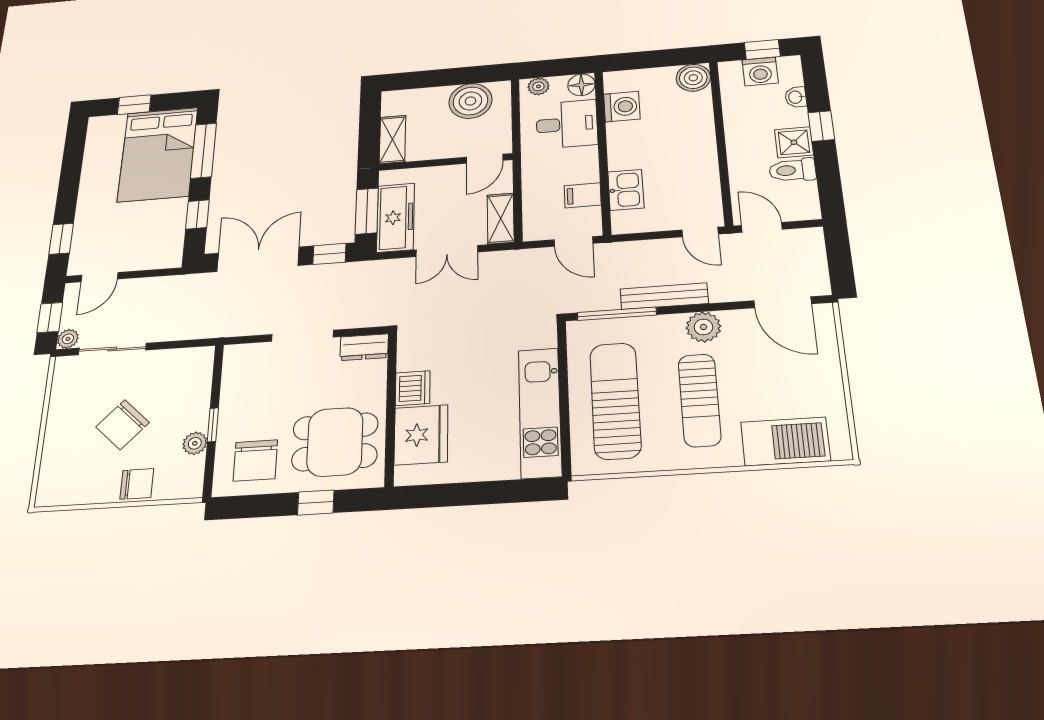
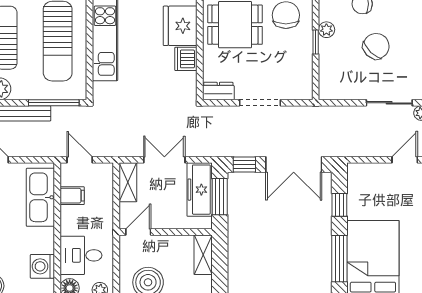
kitchen sink: (626, 190) -> (40, 197), width x1.88, depth x1.24

